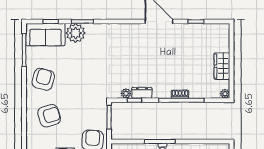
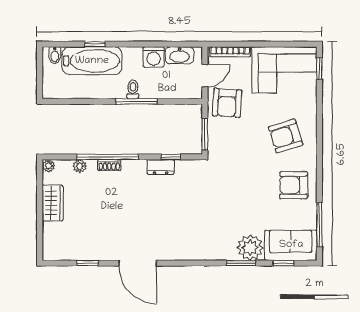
armchair: (43, 79) -> (294, 185), turned 75
plant: (126, 93) -> (80, 166), moved

